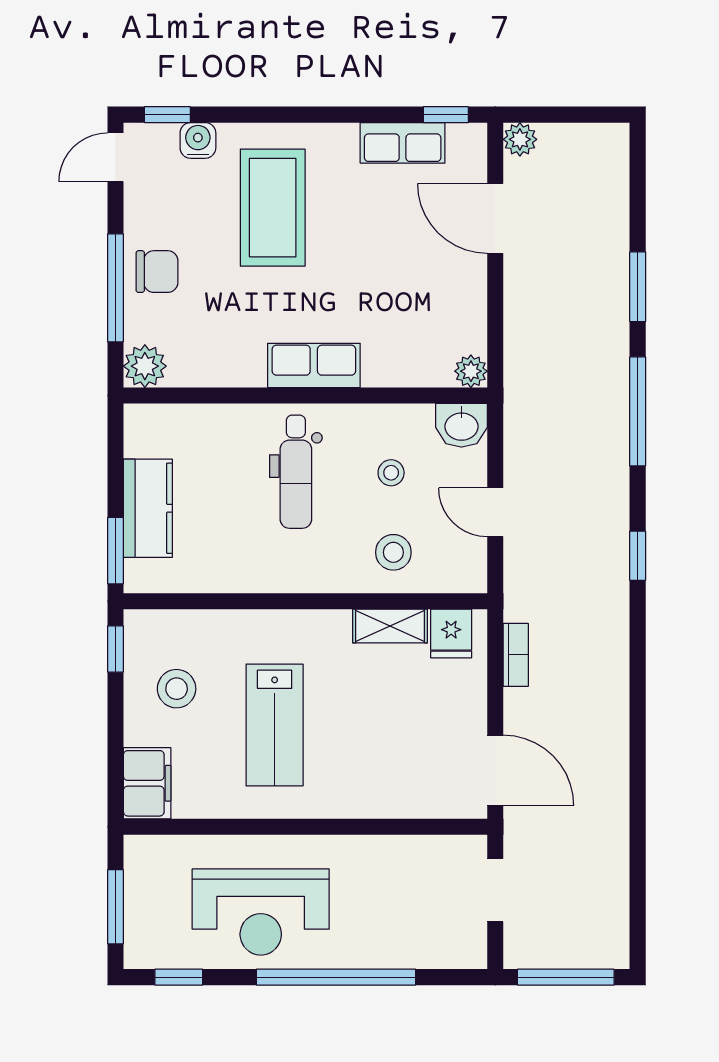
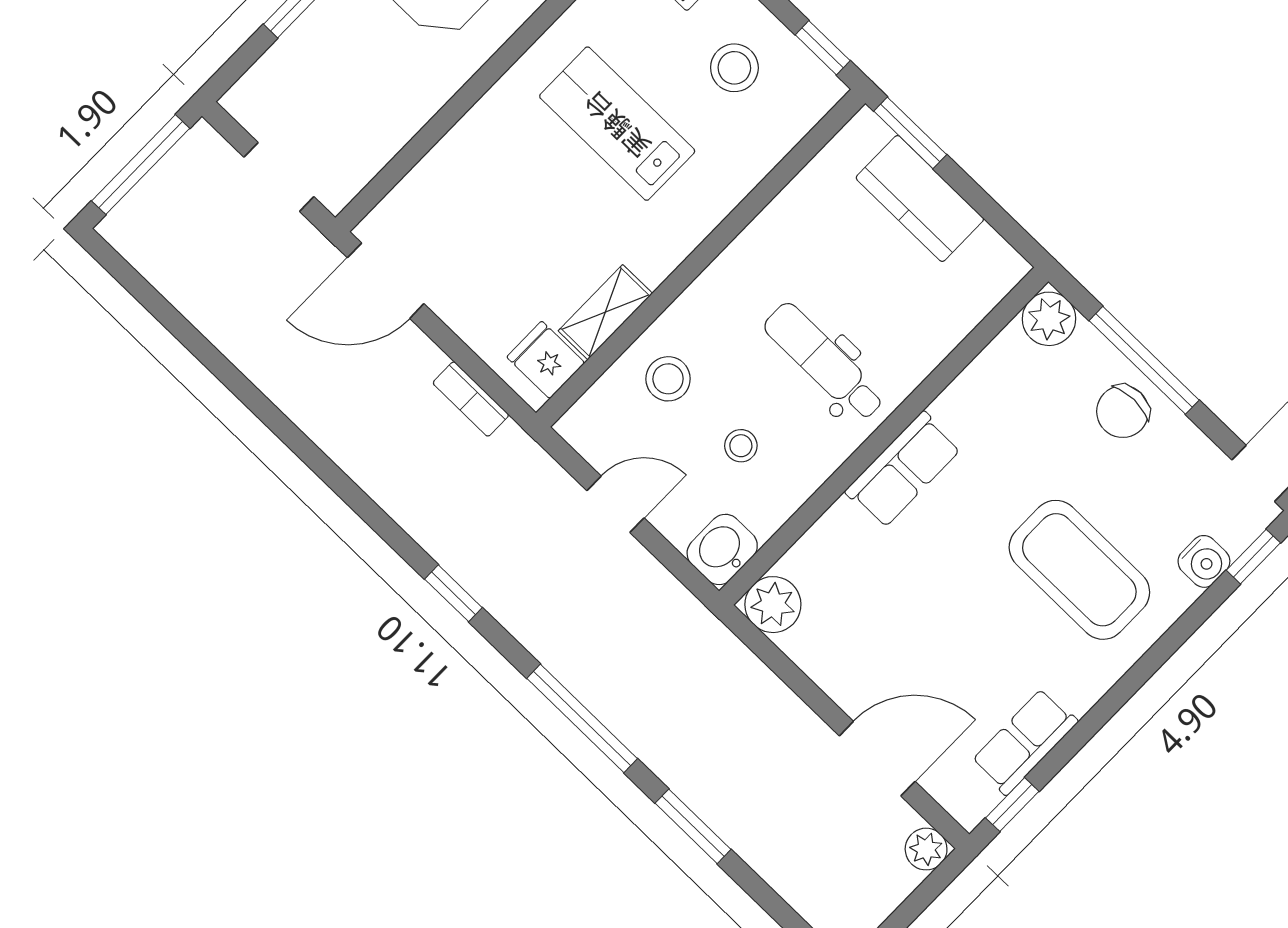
plant: (471, 371) -> (773, 605), width x1.38, depth x1.38

